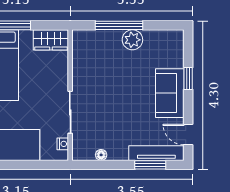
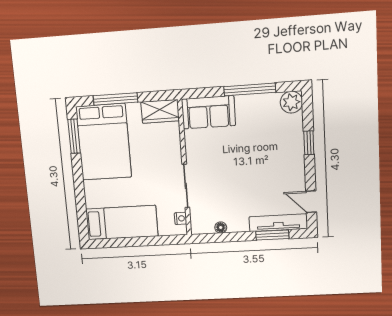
window: (119, 25) -> (250, 89), moved
plant: (132, 40) -> (291, 102), moved
sofa: (170, 93) -> (208, 112), moved, turned -90

